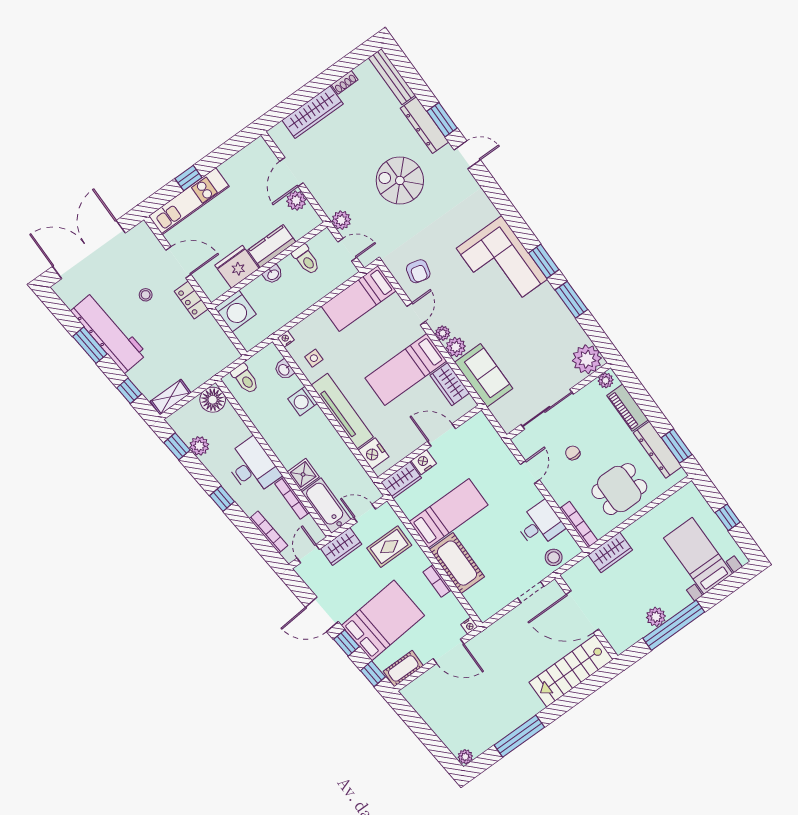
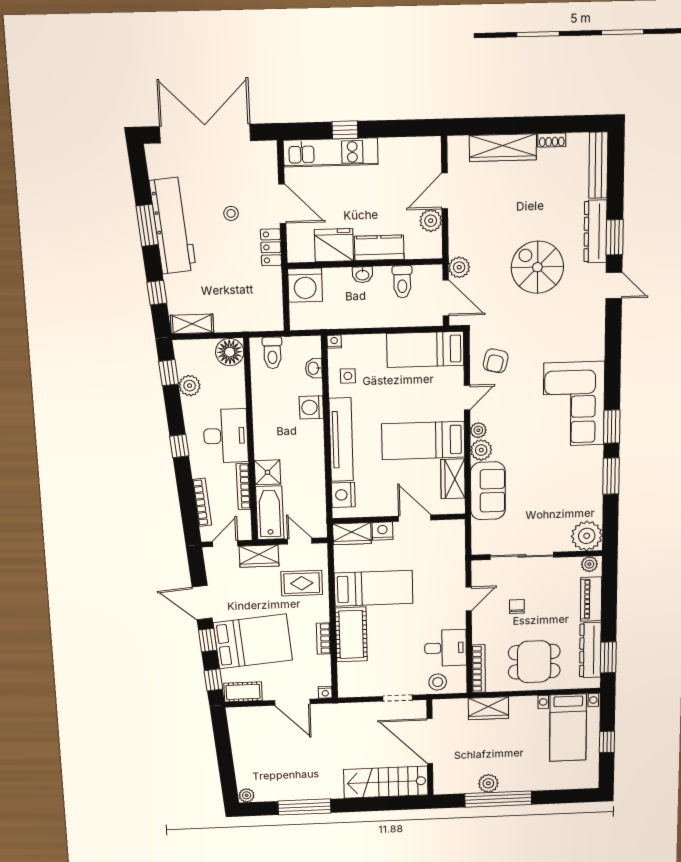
door: (347, 250) -> (446, 298), width x1.37
bed with nightstands: (698, 556) -> (568, 728), moved, turned 180

